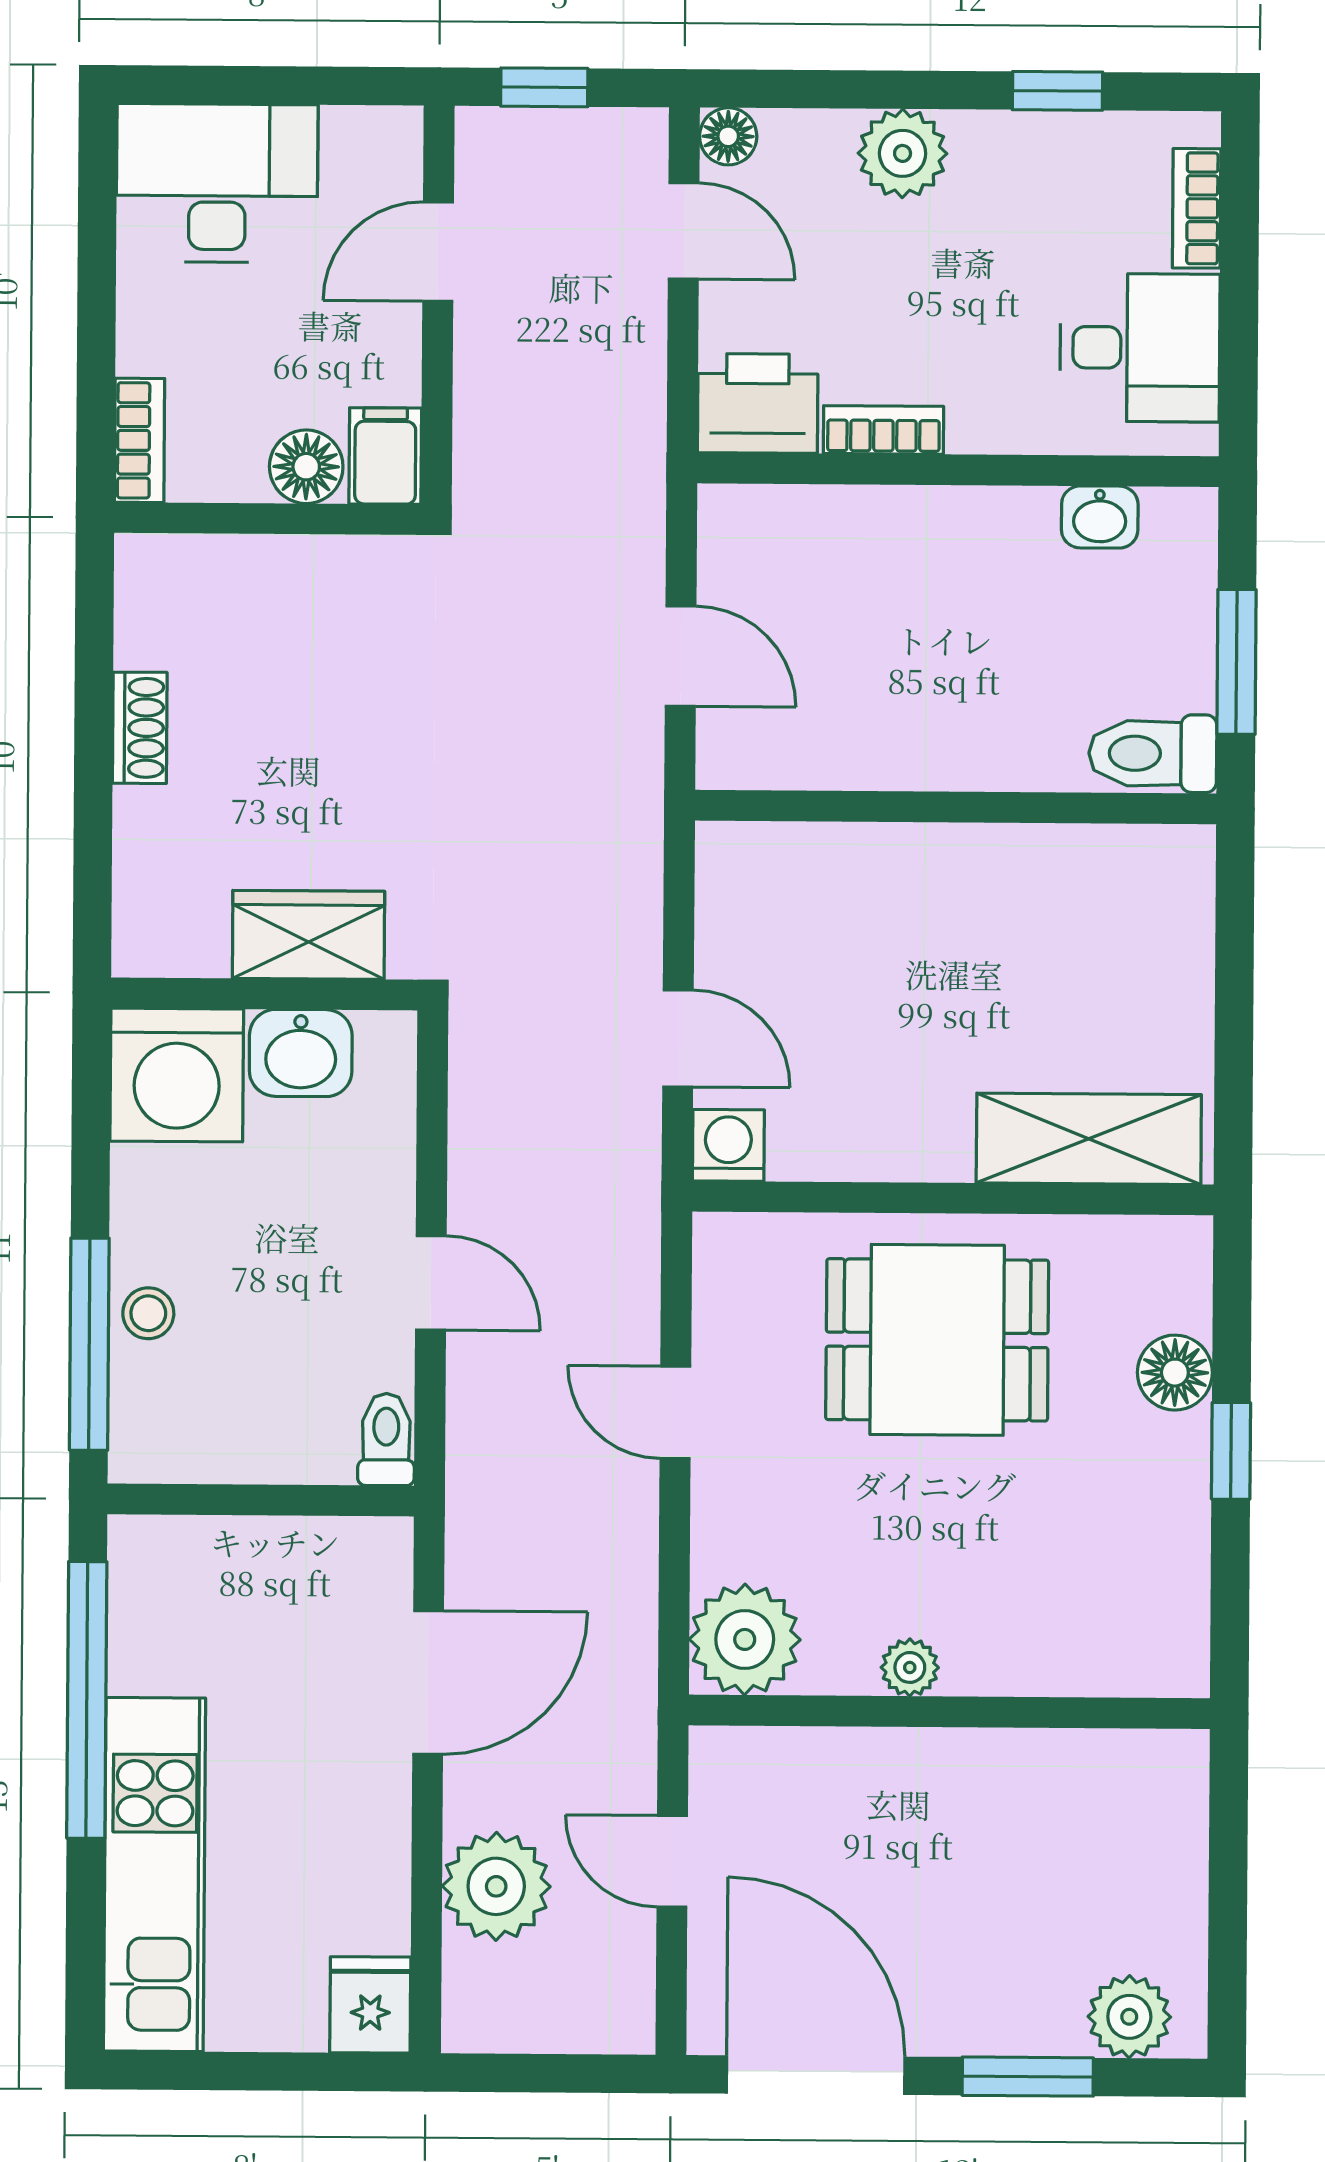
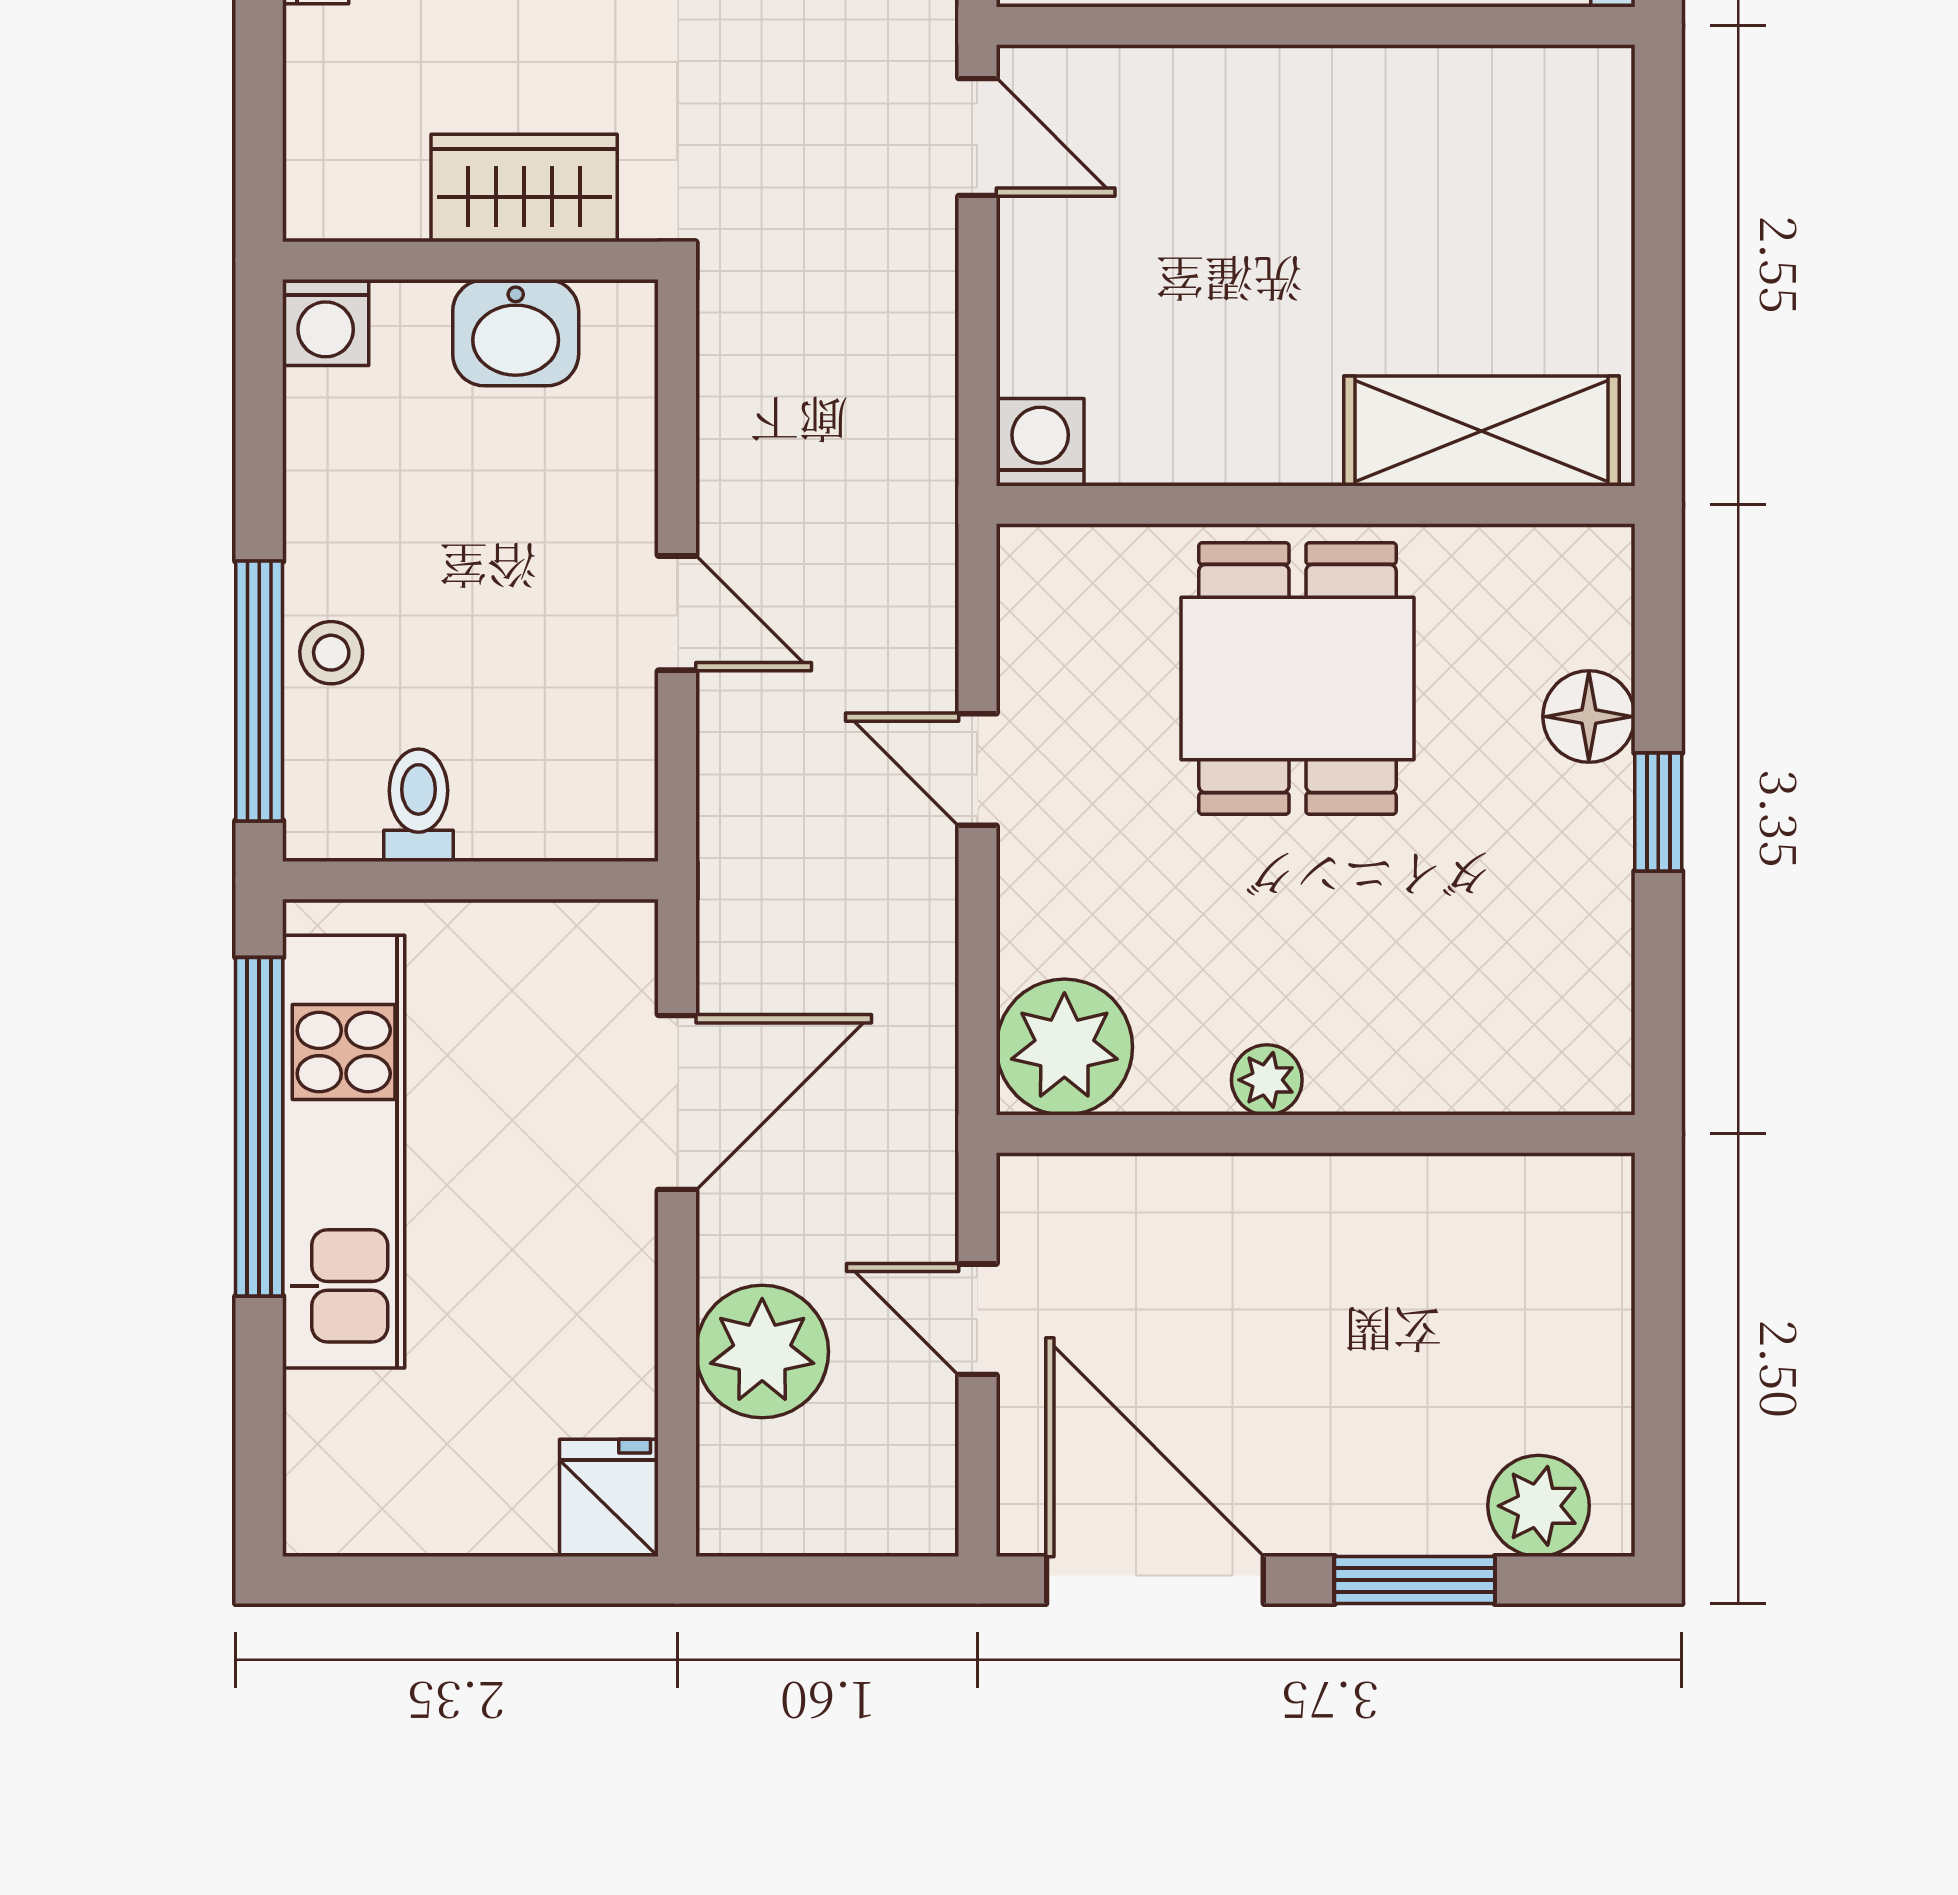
door: (678, 1038) -> (977, 137), moved
washing machine: (177, 1075) -> (326, 323), width x0.53, depth x0.53
dining table: (937, 1340) -> (1297, 679), turned 90
toilet: (386, 1440) -> (418, 805), moved
kitchen unit: (155, 1875) -> (344, 1152), moved

